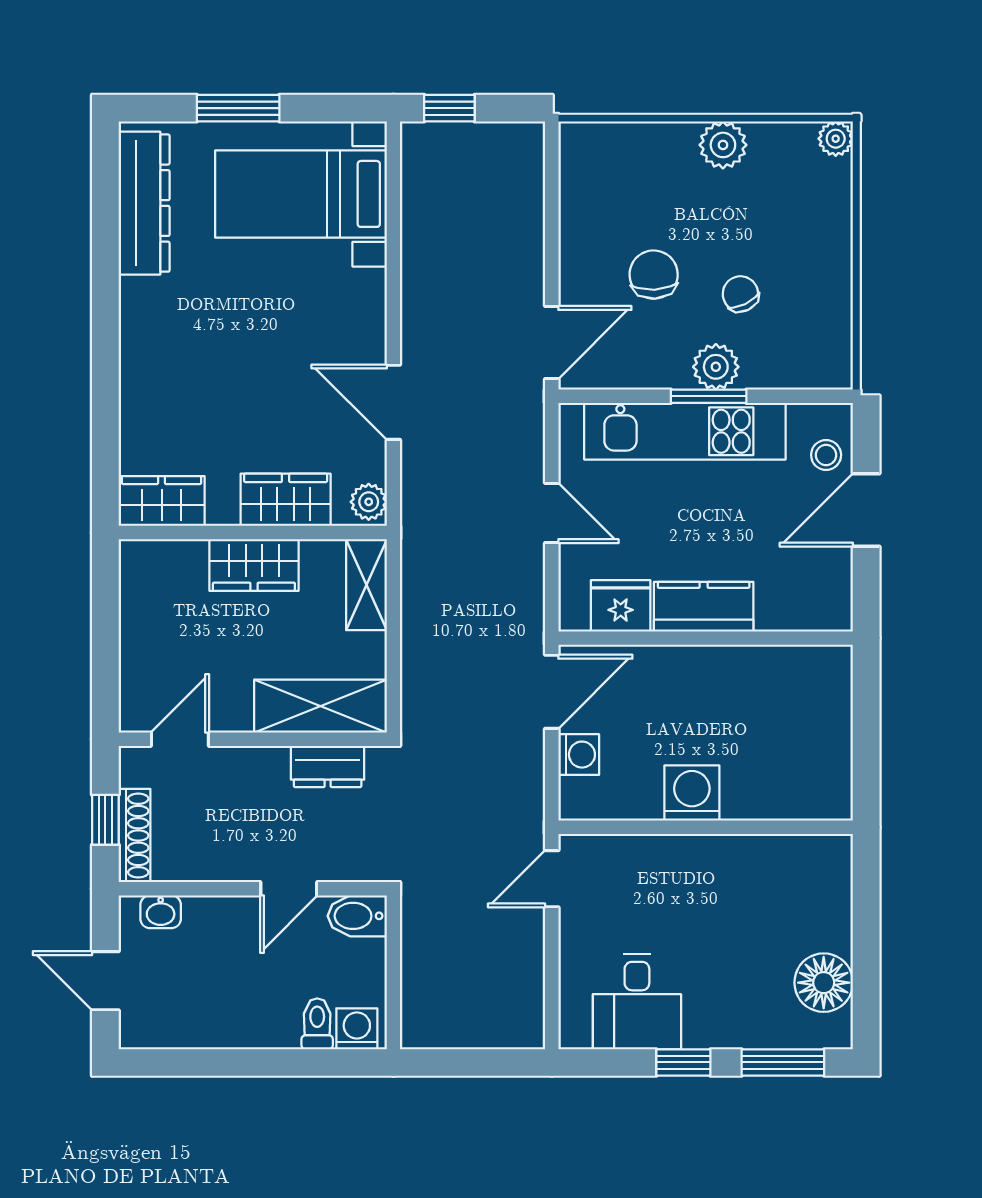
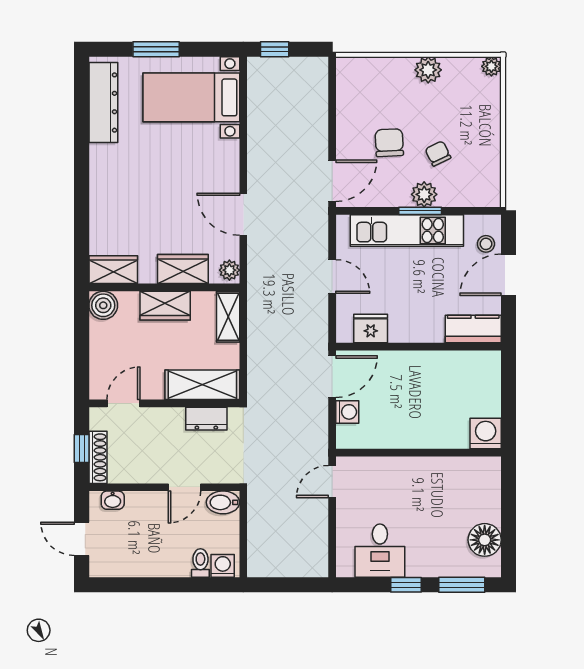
boiler: (144, 564) -> (103, 305), added
kitchen counter: (704, 607) -> (473, 329), moved
washing machine: (692, 793) -> (486, 434), moved

